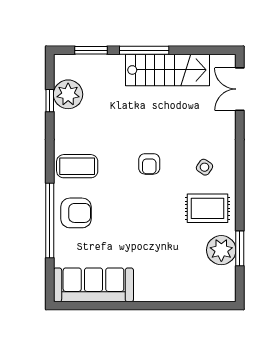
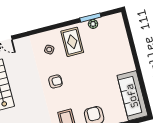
plant: (221, 250) -> (93, 24), width x0.53, depth x0.53

